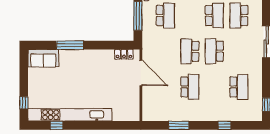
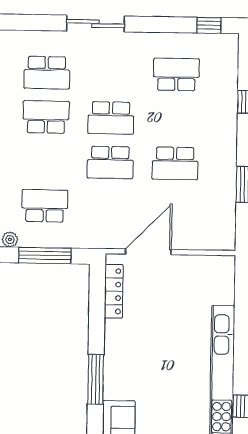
locker: (124, 54) -> (114, 291), width x1.53
school desk: (190, 87) -> (175, 163), turned 180

